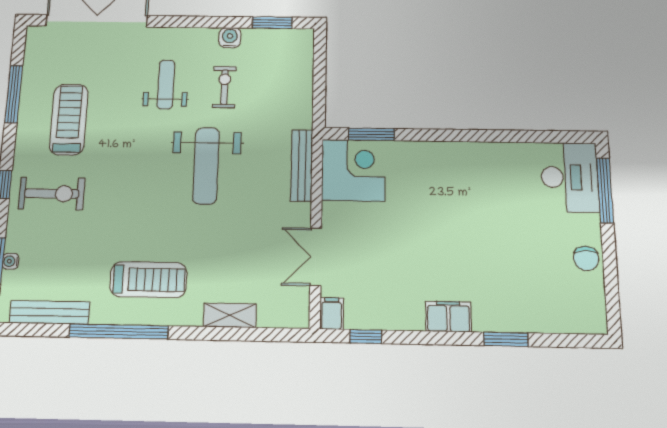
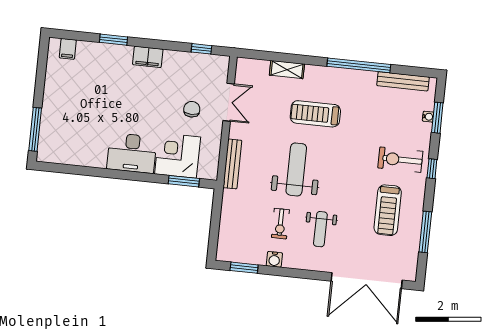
corner desk: (353, 170) -> (178, 155), moved, turned 90
desk: (570, 177) -> (132, 153), moved, turned -90
chair: (586, 258) -> (192, 109), moved
treadmill: (148, 280) -> (315, 114), moved
filing cabinet: (332, 313) -> (68, 49), moved

